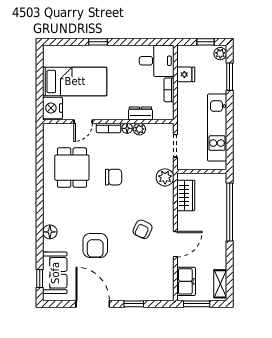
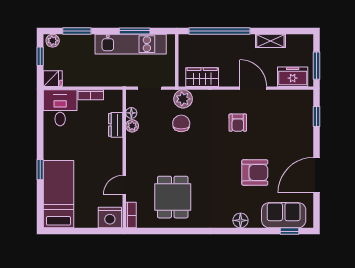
fridge: (186, 74) -> (53, 79), moved, turned 90
bed: (75, 81) -> (58, 194), moved
door: (83, 122) -> (124, 185), swing flipped
bookcase: (109, 128) -> (131, 215), moved
floor lamp: (127, 128) -> (131, 113), moved
window: (230, 132) -> (135, 31), added
dining table: (72, 168) -> (173, 197), turned 90
chair: (114, 177) -> (181, 123), moved
armchair: (143, 229) -> (238, 123), turned 65
shelving: (220, 284) -> (270, 41), moved
window: (134, 304) -> (316, 117), moved

